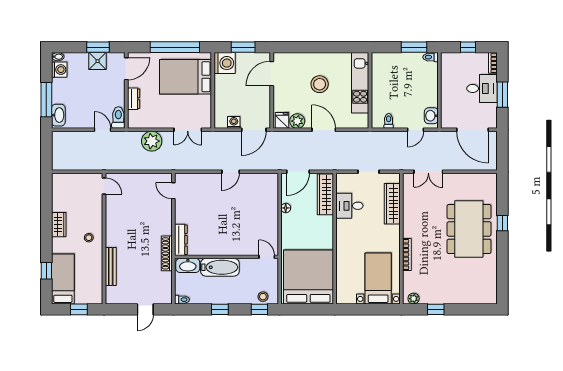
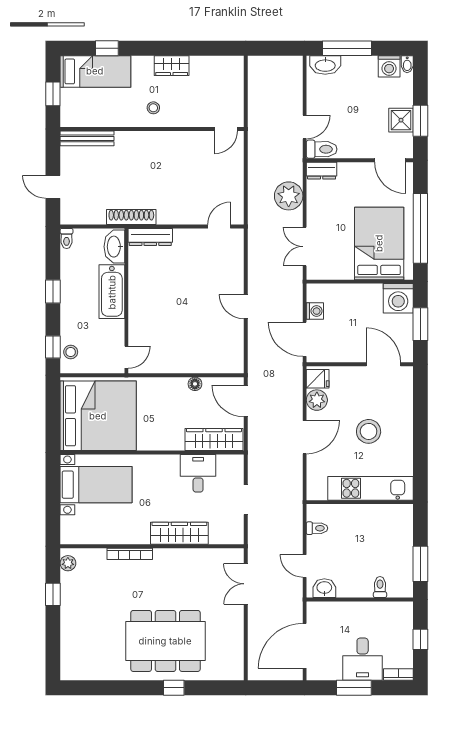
toilet: (431, 57) -> (380, 587), moved
dresser: (134, 99) -> (322, 171), moved
wardrobe: (392, 204) -> (179, 533), moved
bench: (111, 266) -> (87, 138), moved
bed with nightstands: (378, 278) -> (96, 485), moved

